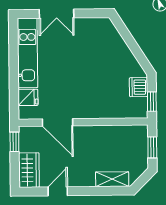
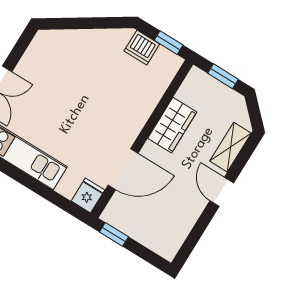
fridge: (28, 97) -> (88, 195), moved
wardrobe: (29, 170) -> (172, 125), moved, turned 90
door: (58, 191) -> (222, 192), moved

